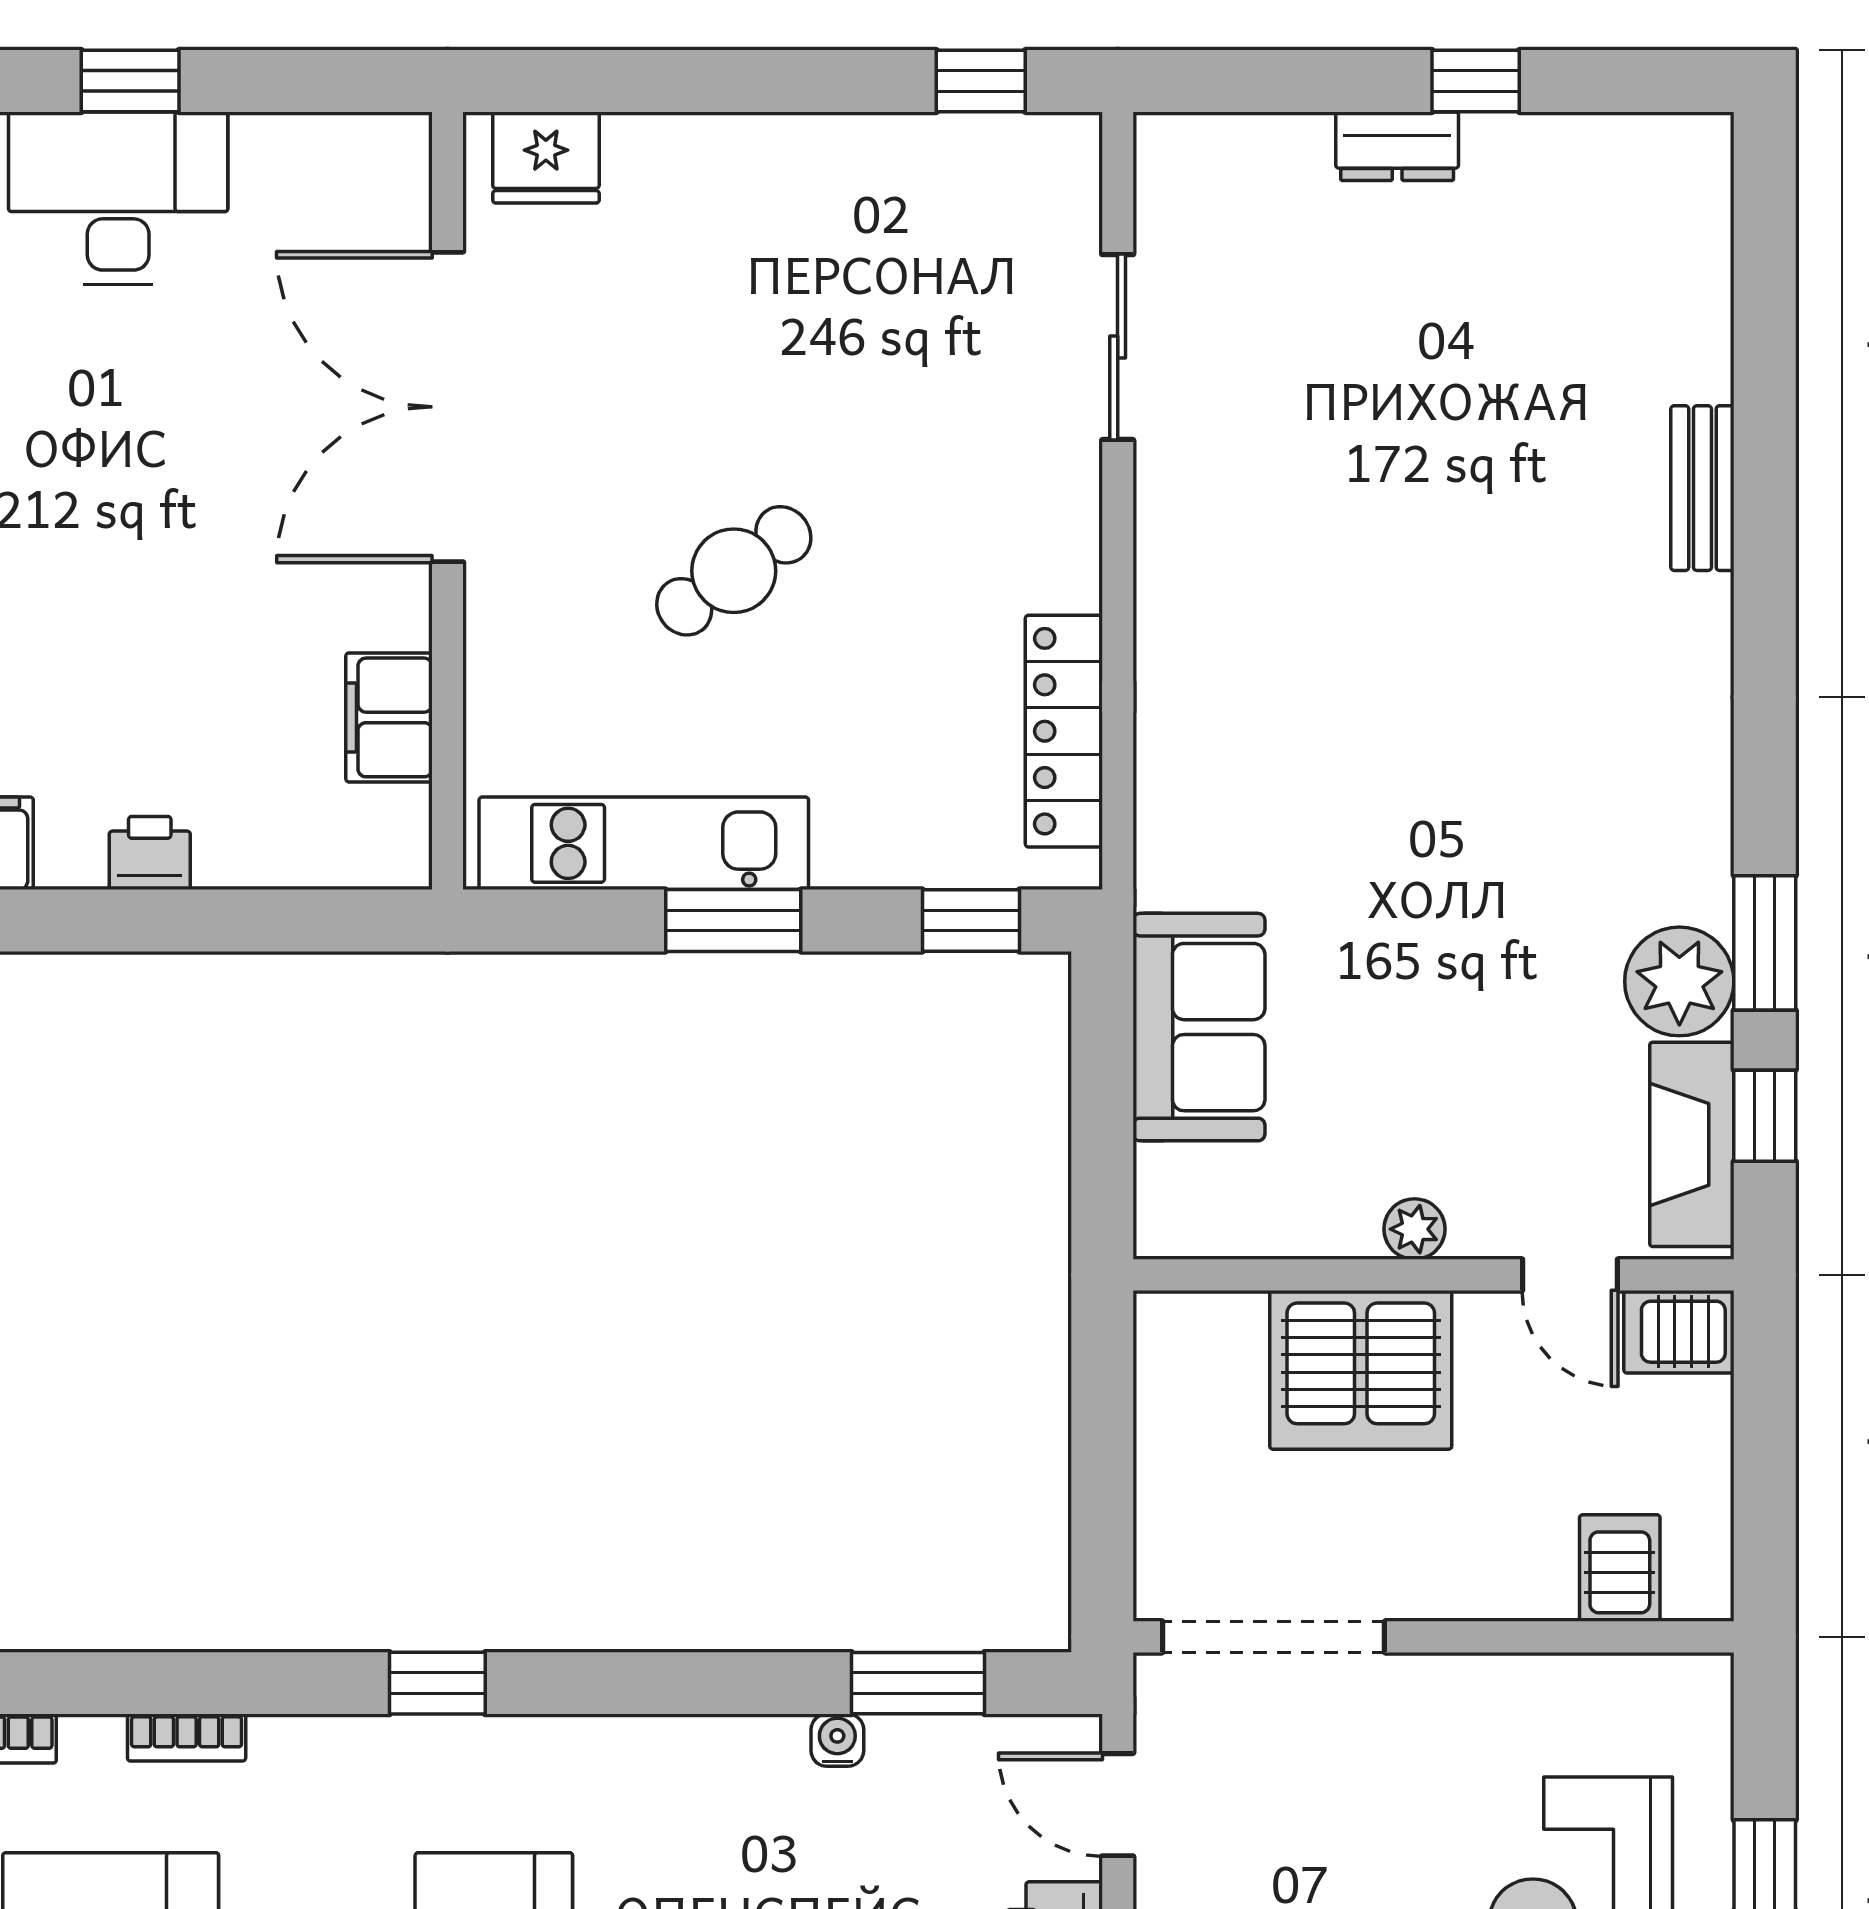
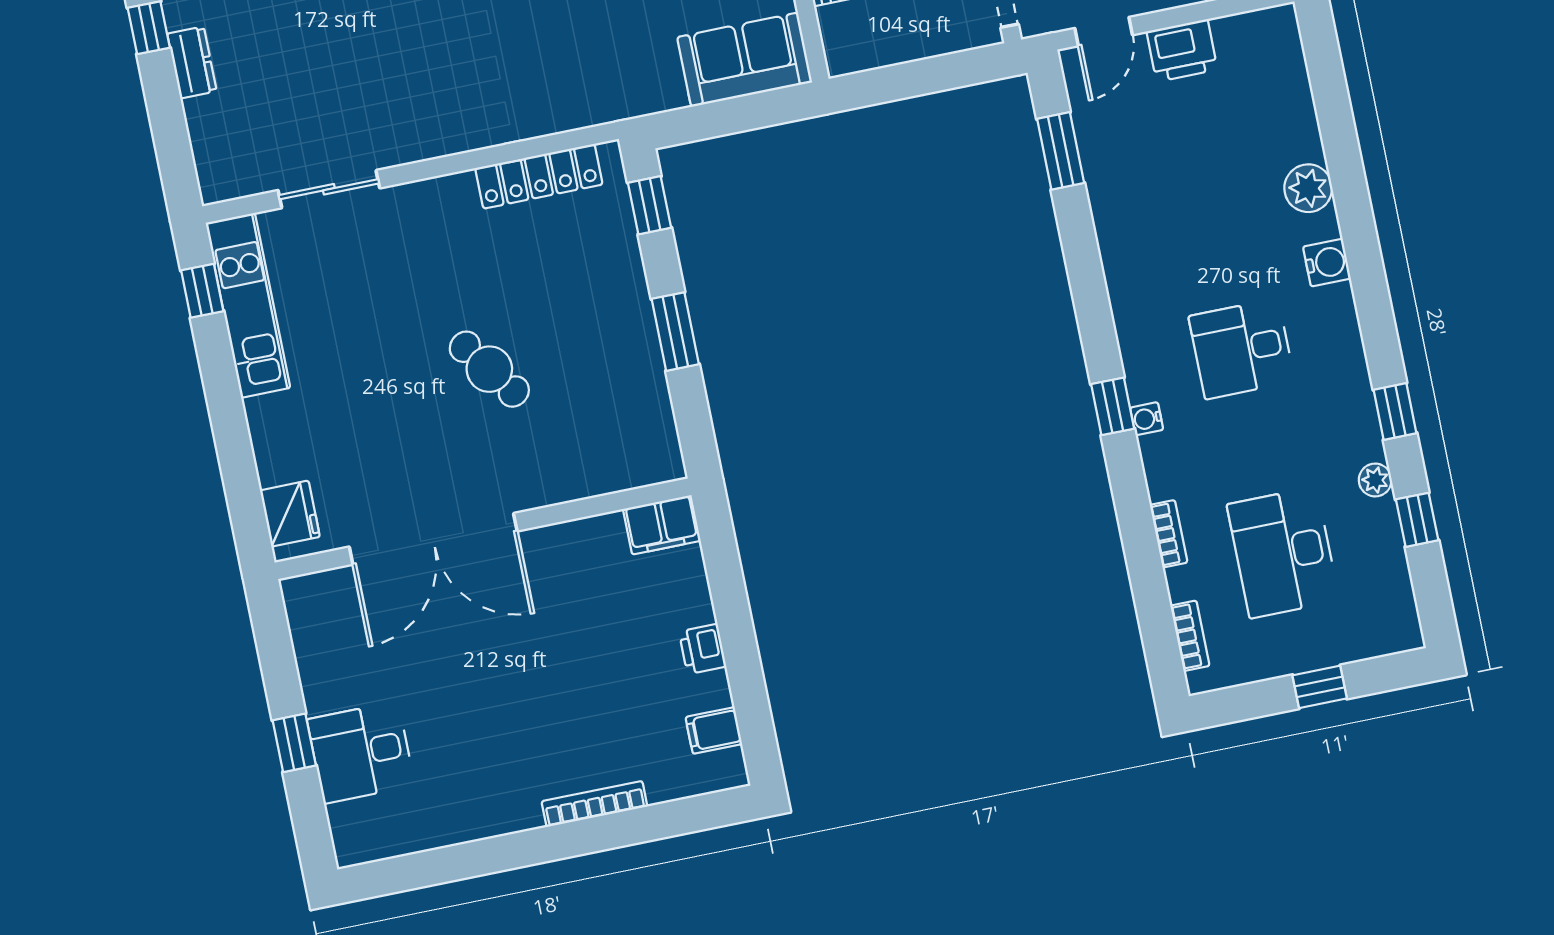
desk: (118, 198) -> (361, 752), width x0.73
filing cabinet: (389, 717) -> (662, 525), moved
kitchen unit: (644, 843) -> (248, 305), moved, turned 180
sofa: (1199, 1027) -> (745, 60), moved
water cooler: (837, 1740) -> (1147, 419), moved

